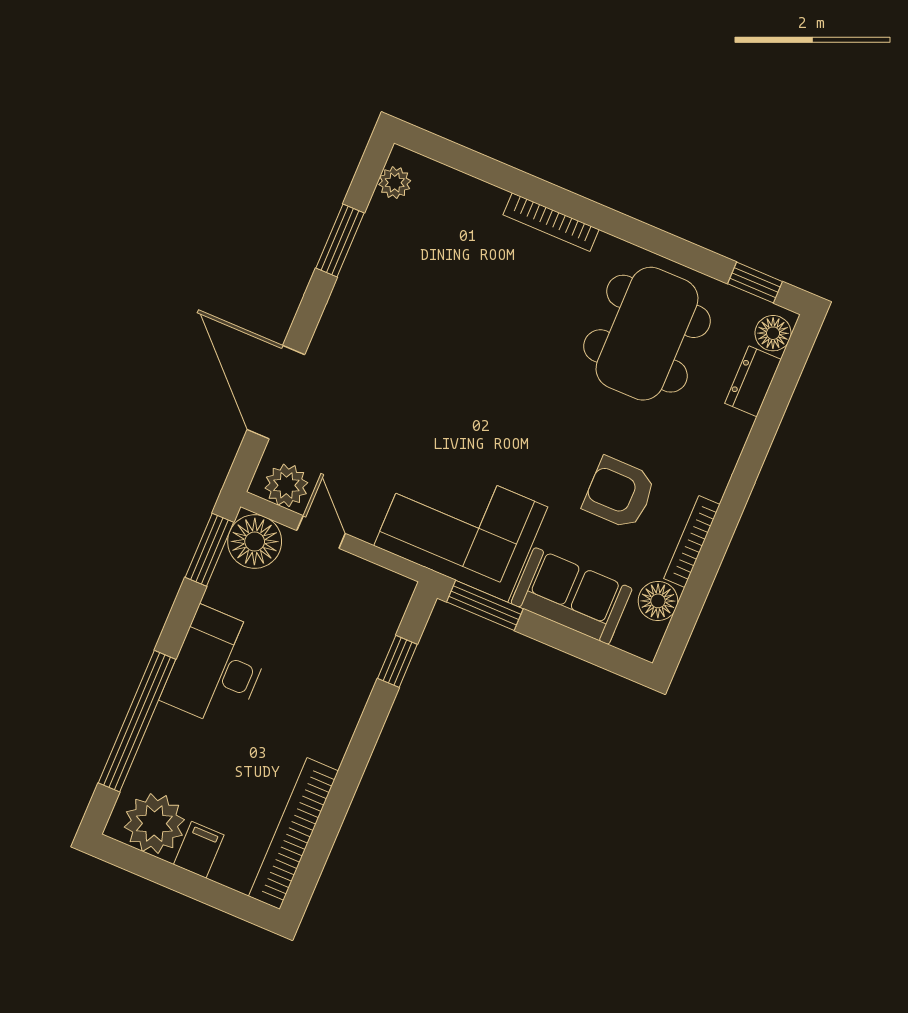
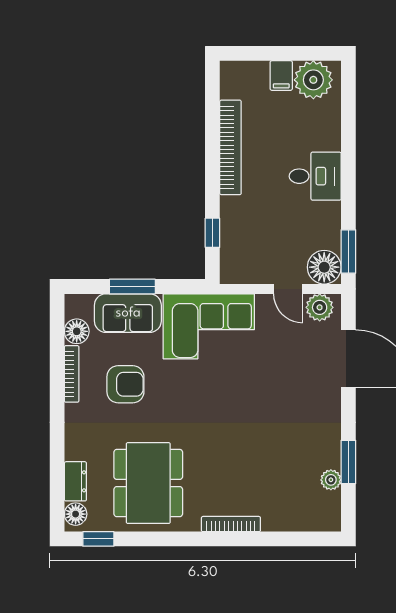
plant: (395, 183) -> (331, 480), moved
window: (485, 605) -> (132, 286), moved
desk: (217, 668) -> (315, 176), width x0.73
window: (137, 721) -> (348, 135), removed
bookcase: (294, 834) -> (230, 147), moved

